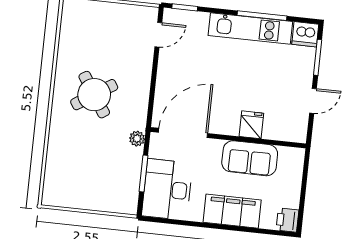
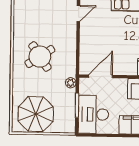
door: (183, 133) -> (101, 76), width x0.73
parasol: (80, 181) -> (36, 114), added

